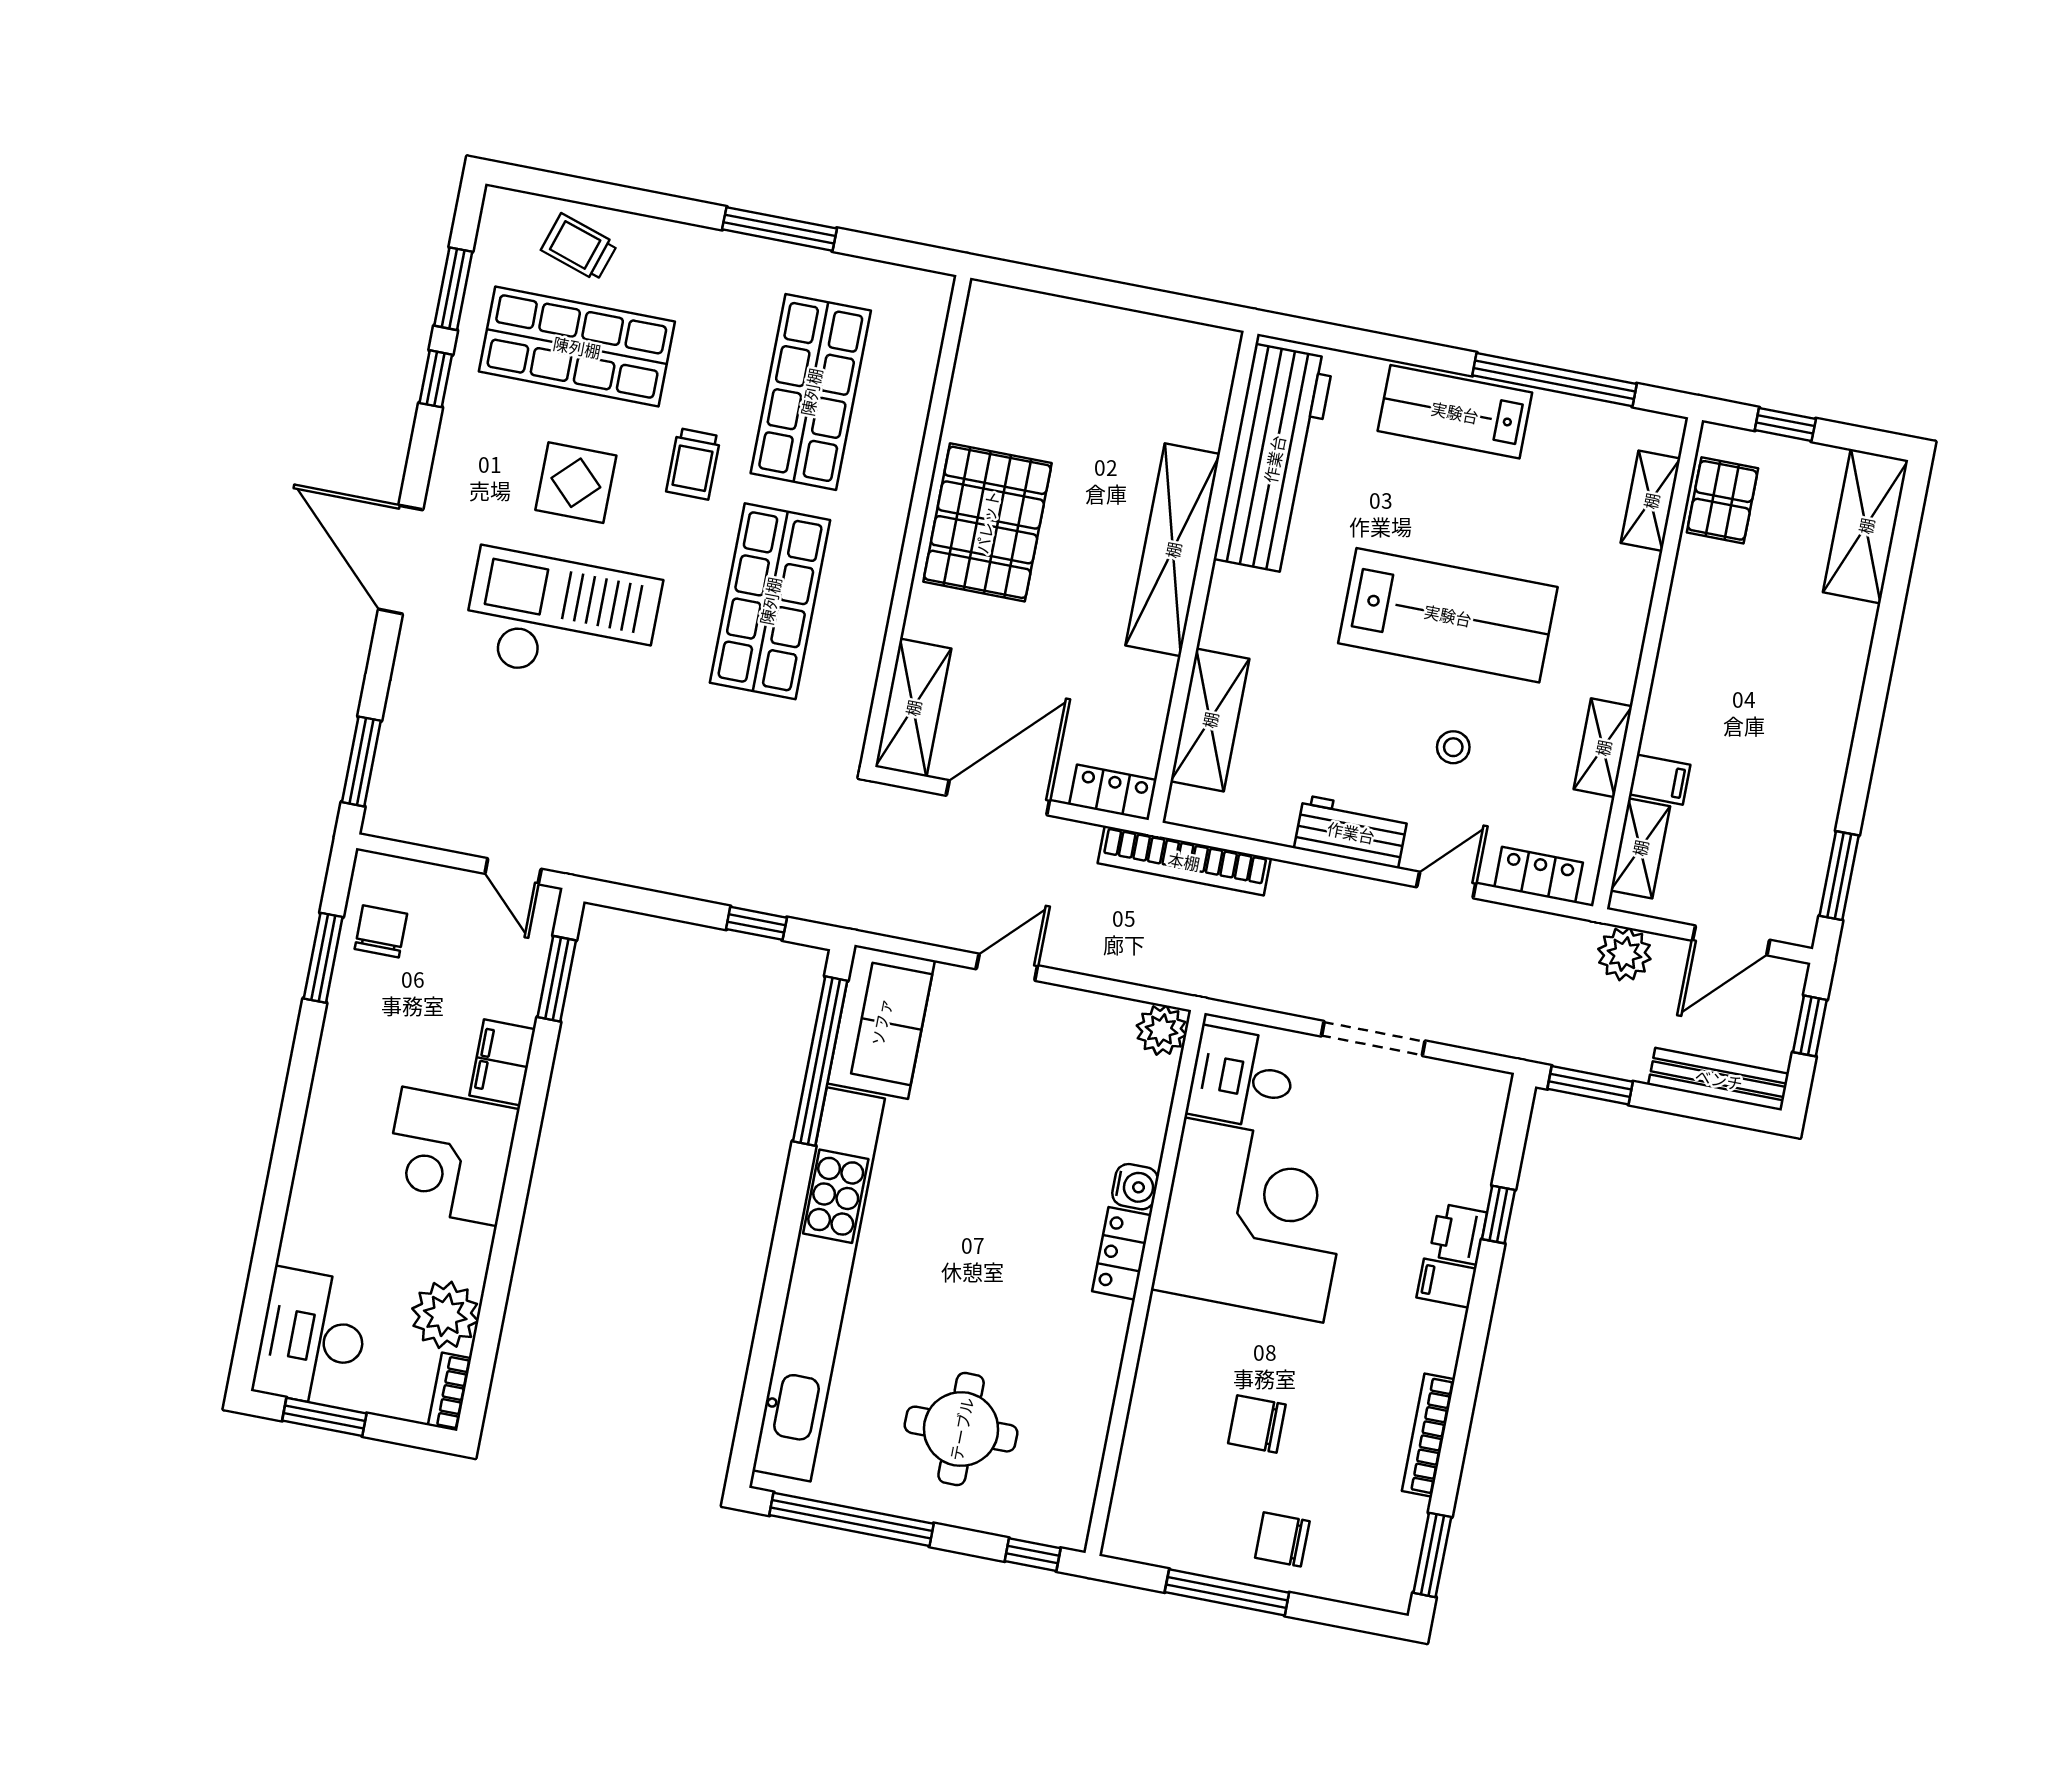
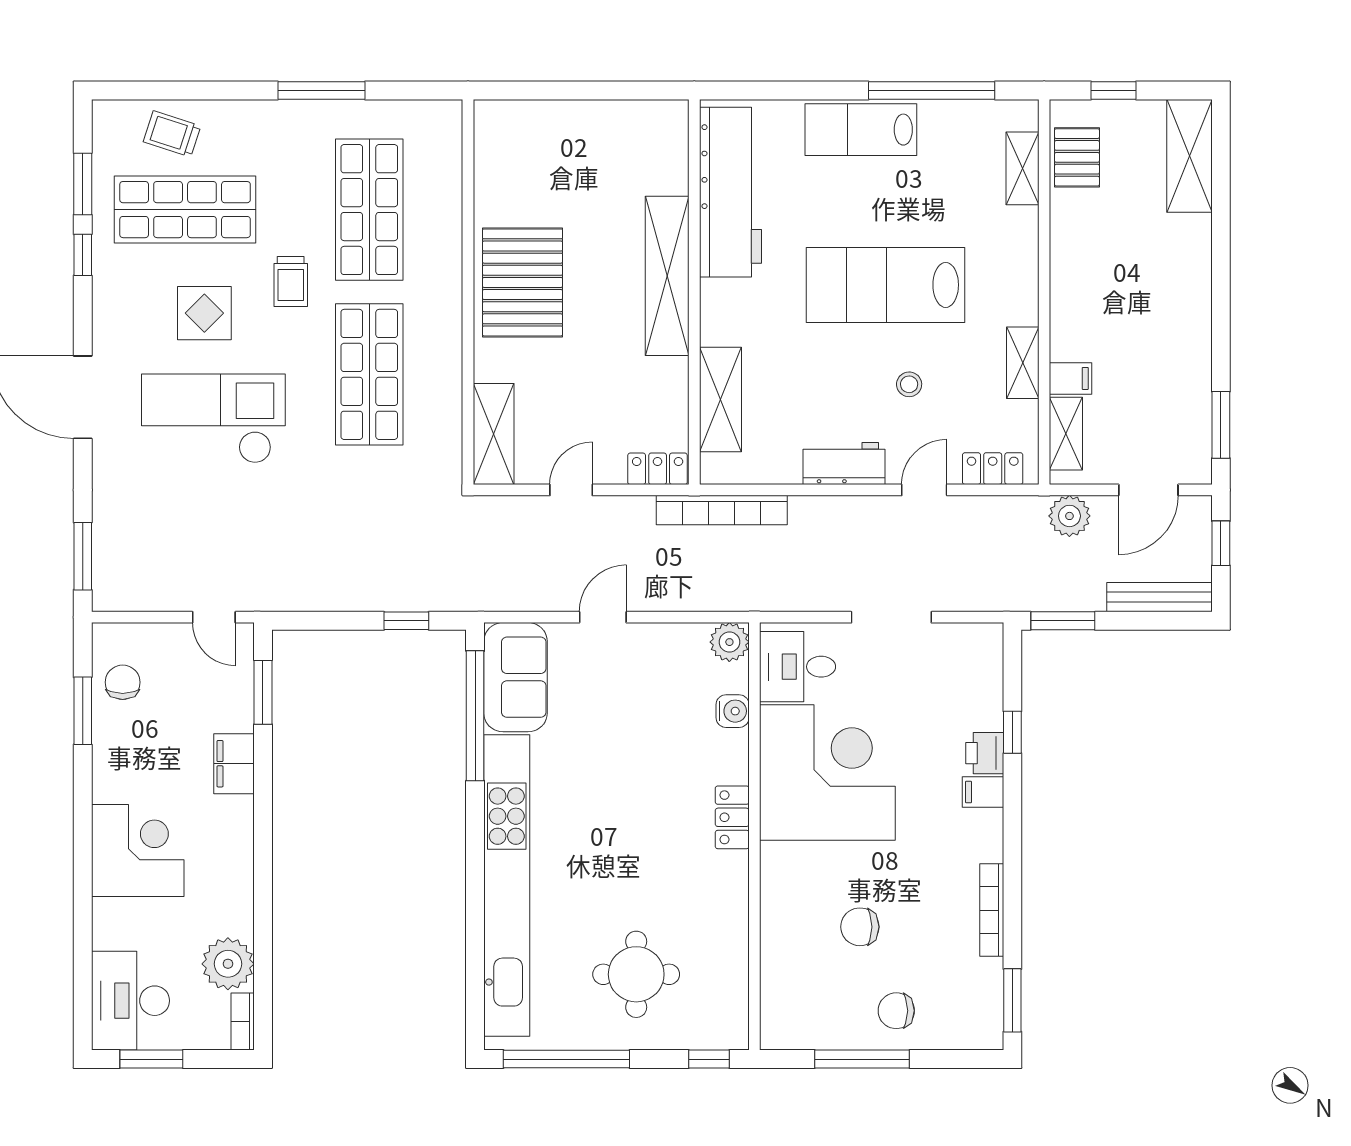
lab bench: (1448, 615) -> (886, 285), turned 180
door: (998, 798) -> (571, 490), width x0.53
corner desk: (450, 1156) -> (138, 850), moved, turned 180
water cooler: (1135, 1187) -> (733, 711), moved

